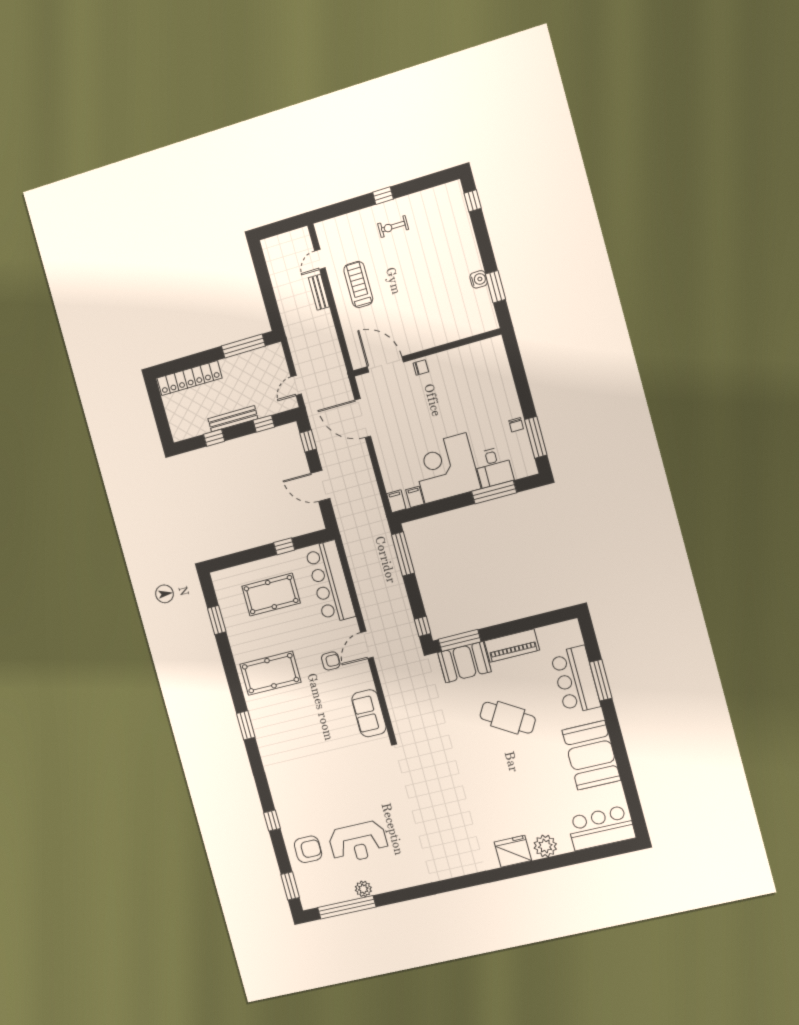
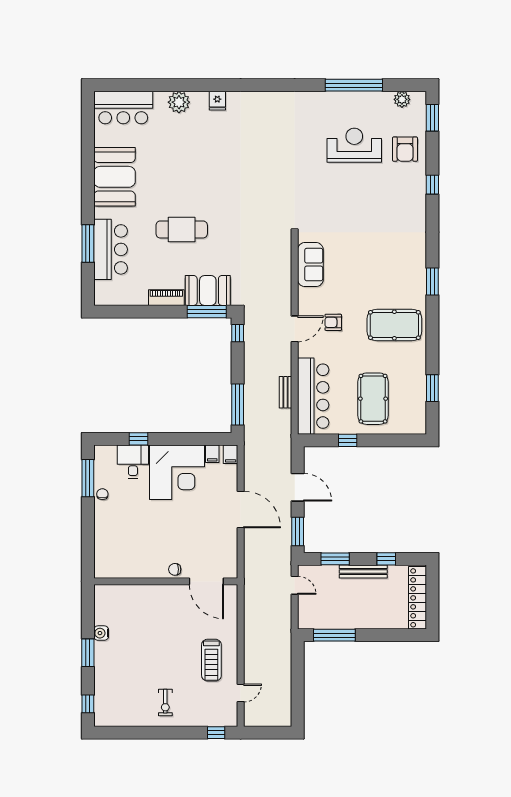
window: (383, 196) -> (216, 733), moved
exercise bike: (393, 227) -> (165, 702), turned 90
window: (496, 287) -> (88, 653), moved
bench: (319, 292) -> (286, 392), moved
locker: (189, 378) -> (418, 598), moved, turned -90
door: (296, 385) -> (295, 585), hinge flipped
door: (363, 418) -> (241, 510), moved
window: (264, 424) -> (335, 559), width x1.50
window: (308, 441) -> (298, 532), width x1.50
window: (494, 492) -> (139, 439), width x0.46
pool table: (271, 595) -> (373, 399), turned 90
piano: (512, 646) -> (166, 298), width x0.73, depth x0.75
cafe table: (508, 718) -> (182, 229), turned -31
armchair: (308, 849) -> (405, 149), turned -90
fridge: (513, 851) -> (217, 101), width x0.53, depth x0.75
plant: (363, 889) -> (402, 99), moved
window: (347, 907) -> (354, 85), moved

